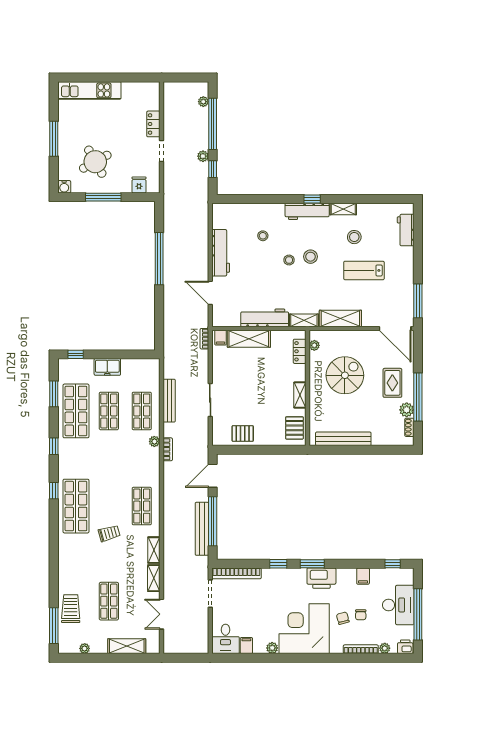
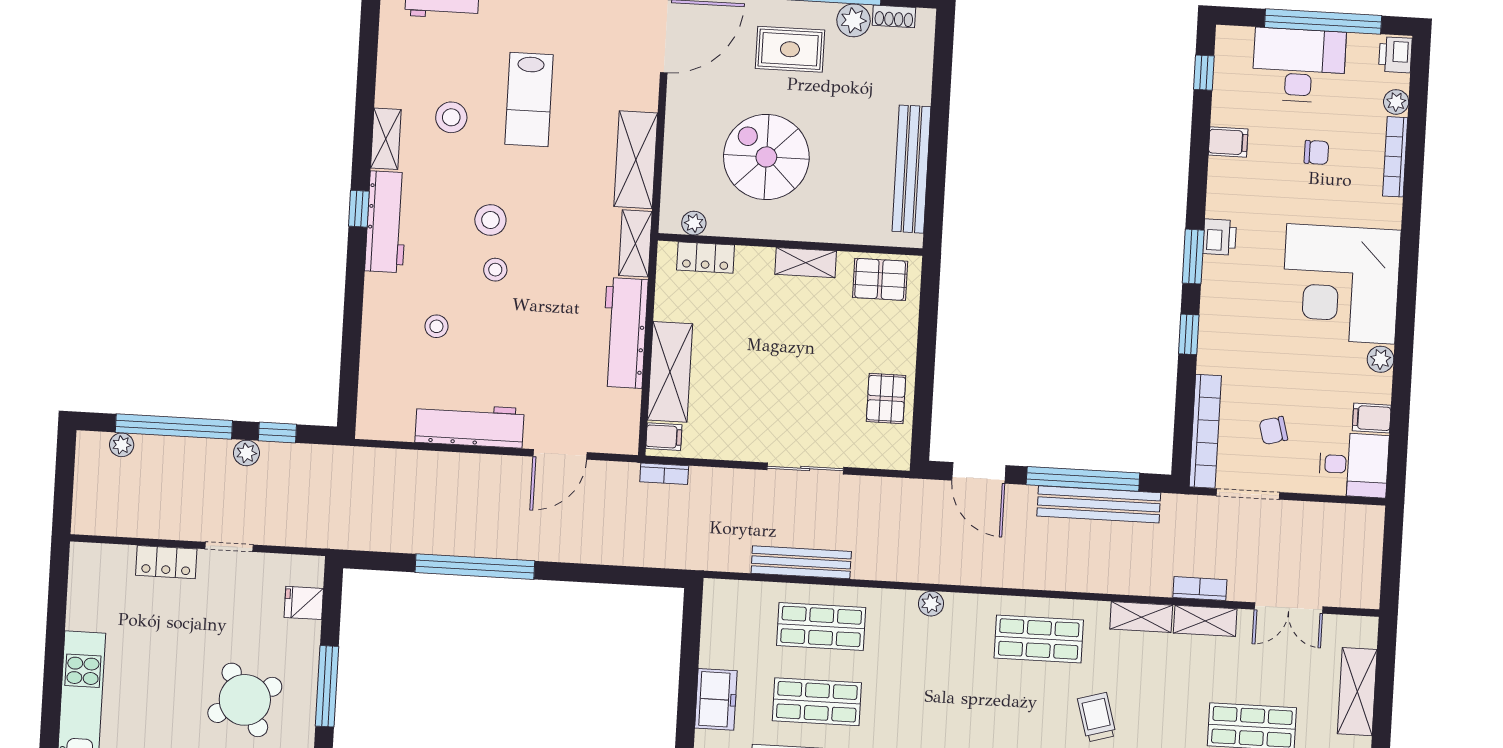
plant: (154, 441) -> (931, 604), moved
bookcase: (168, 449) -> (1200, 589), moved
printer: (321, 578) -> (1220, 237), width x0.53, depth x0.68
chair: (343, 618) -> (1273, 430), moved

